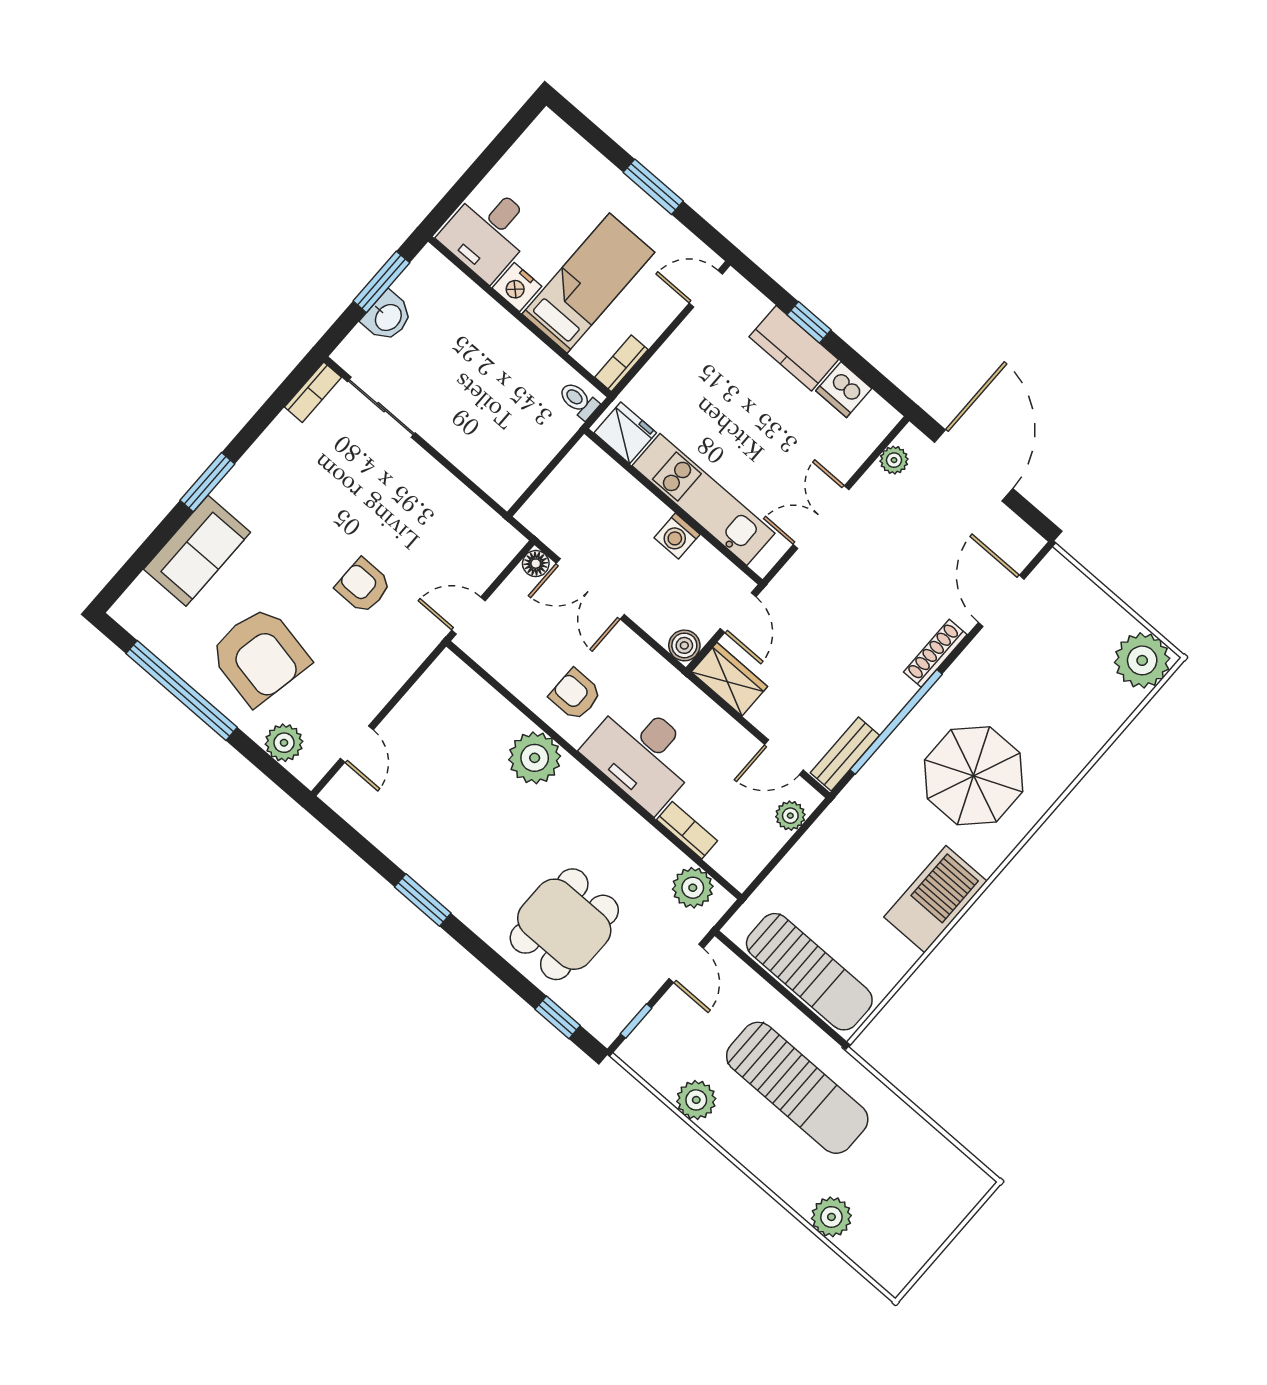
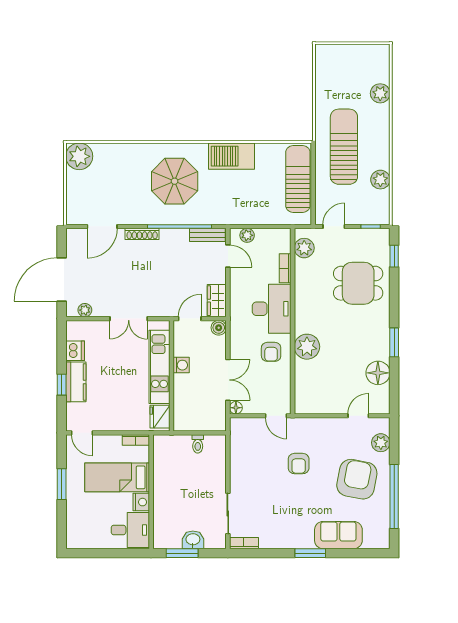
toilet: (578, 400) -> (198, 444), moved
floor lamp: (397, 833) -> (378, 373), added

